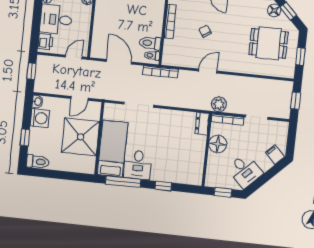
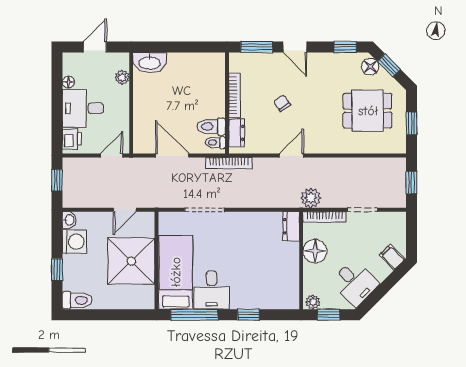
dresser: (169, 50) -> (237, 133), added
plant: (212, 182) -> (313, 302), added

